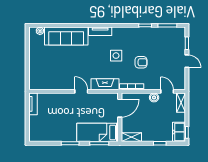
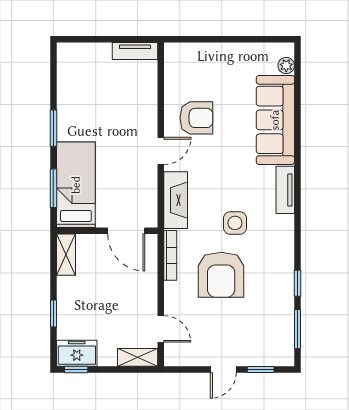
armchair: (141, 62) -> (221, 275), width x1.88, depth x1.88
armchair: (65, 74) -> (196, 118), added
door: (167, 91) -> (161, 329), hinge flipped
boiler: (154, 97) -> (148, 302), removed

